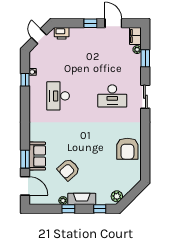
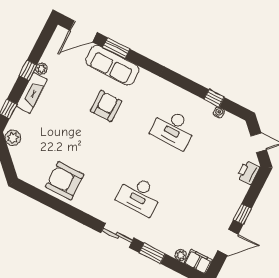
window: (145, 58) -> (152, 253), moved
desk: (58, 96) -> (173, 129), turned 180
desk: (112, 96) -> (139, 195), turned -90
sofa: (37, 156) -> (112, 65), width x1.36
armchair: (69, 170) -> (106, 106), moved, turned 42

